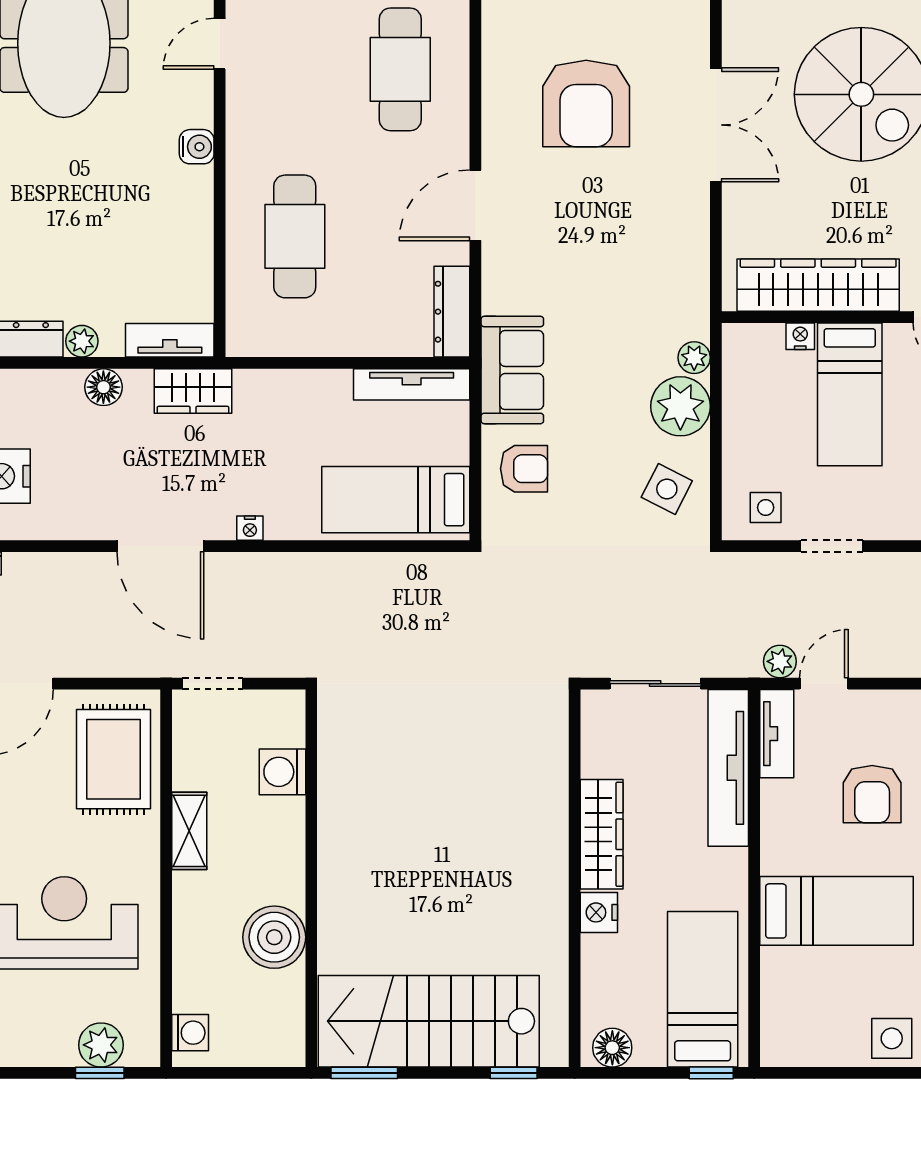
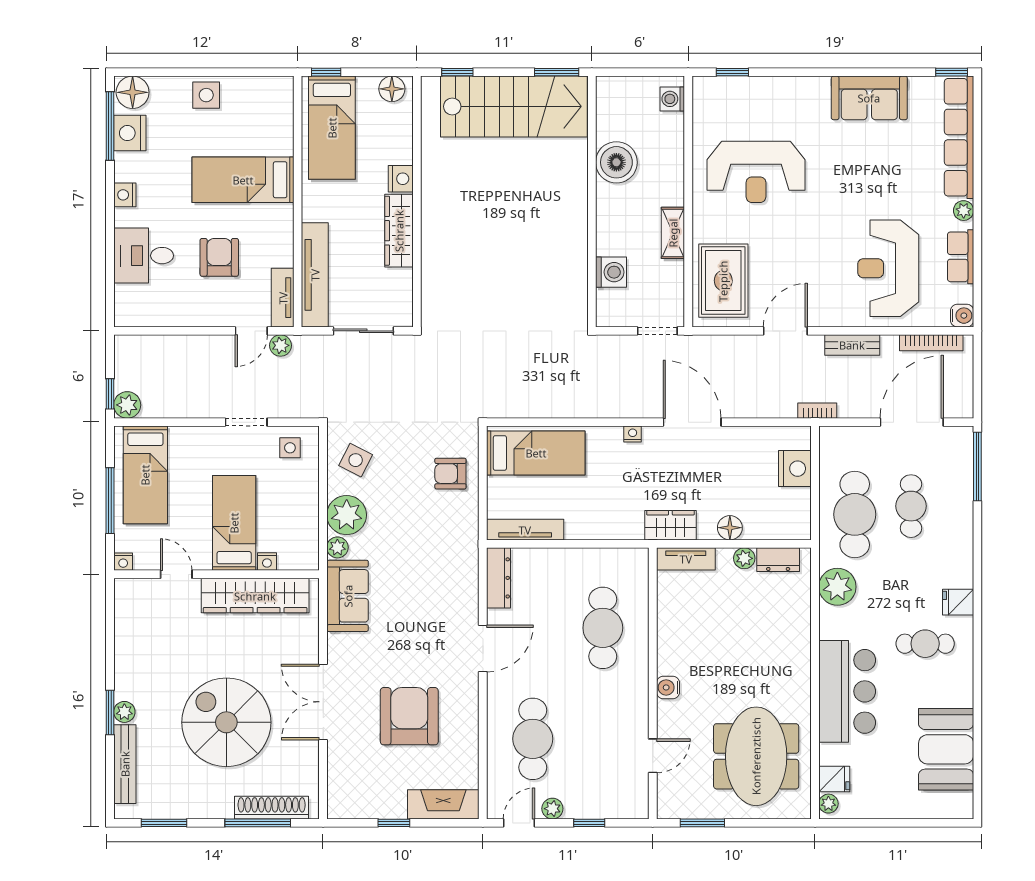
sofa: (512, 370) -> (348, 596), moved, turned 180
plant: (101, 1045) -> (732, 91), removed

